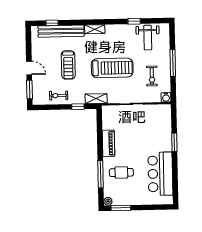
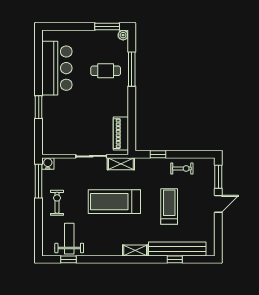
window: (134, 21) -> (69, 259), moved
window: (52, 23) -> (175, 259), moved
window: (173, 63) -> (39, 181), moved
door: (29, 68) -> (218, 204), swing flipped
exercise bike: (152, 76) -> (57, 203), moved
shelving: (96, 99) -> (121, 164), moved
piano: (108, 143) -> (121, 134), moved

